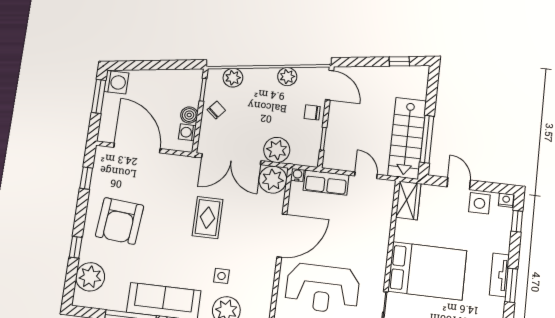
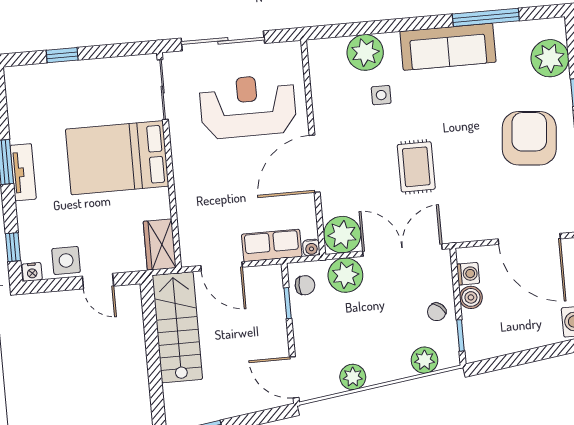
chair: (312, 112) -> (305, 285), moved
window: (427, 139) -> (151, 331), removed
door: (366, 175) -> (222, 266), width x1.38

